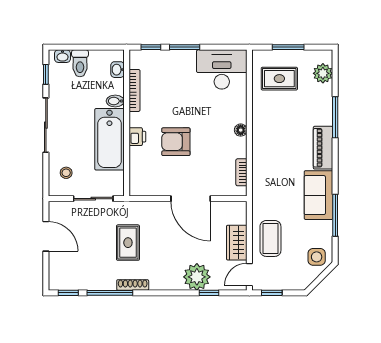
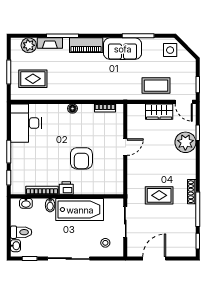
rug: (279, 79) -> (33, 79), turned 90
fireplace: (326, 101) -> (50, 43), added
printer: (137, 137) -> (66, 188), moved
door: (191, 199) -> (125, 147), width x0.53

